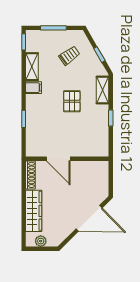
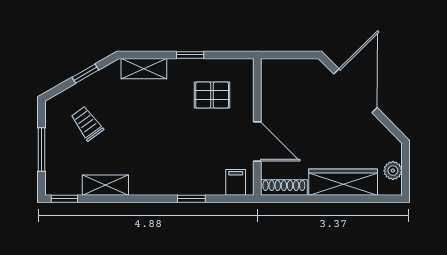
filing cabinet: (34, 88) -> (236, 182), moved
pallet: (72, 101) -> (212, 95), moved
door: (58, 159) -> (257, 142), hinge flipped

